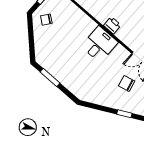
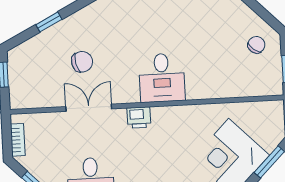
printer: (112, 25) -> (139, 118), moved

